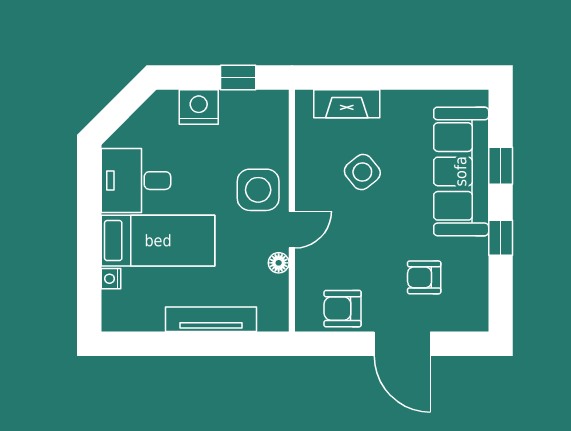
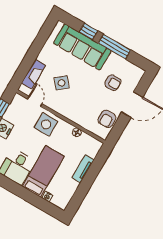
door: (292, 230) -> (35, 101), moved
window: (501, 238) -> (115, 47), width x2.17
armchair: (424, 277) -> (113, 83), turned -90
tv unit: (211, 319) -> (83, 169), width x0.71

